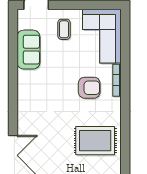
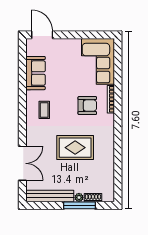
coffee table: (64, 29) -> (44, 110), moved
rug: (95, 141) -> (75, 148), moved

